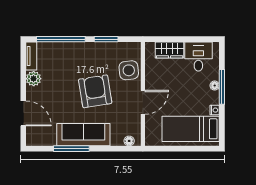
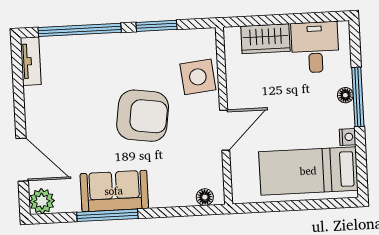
plant: (34, 79) -> (42, 201), moved
armchair: (95, 91) -> (143, 116), turned 107
sofa: (83, 135) -> (114, 191), width x0.73

